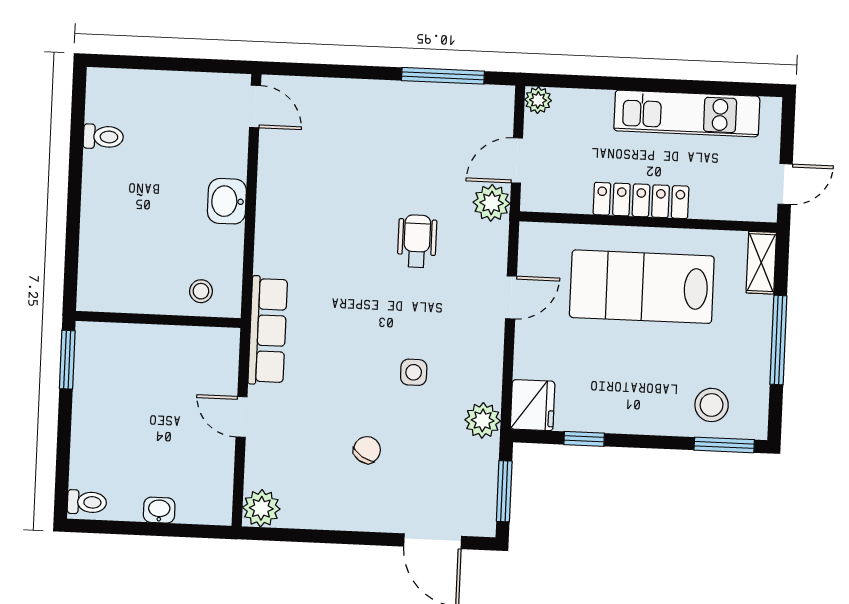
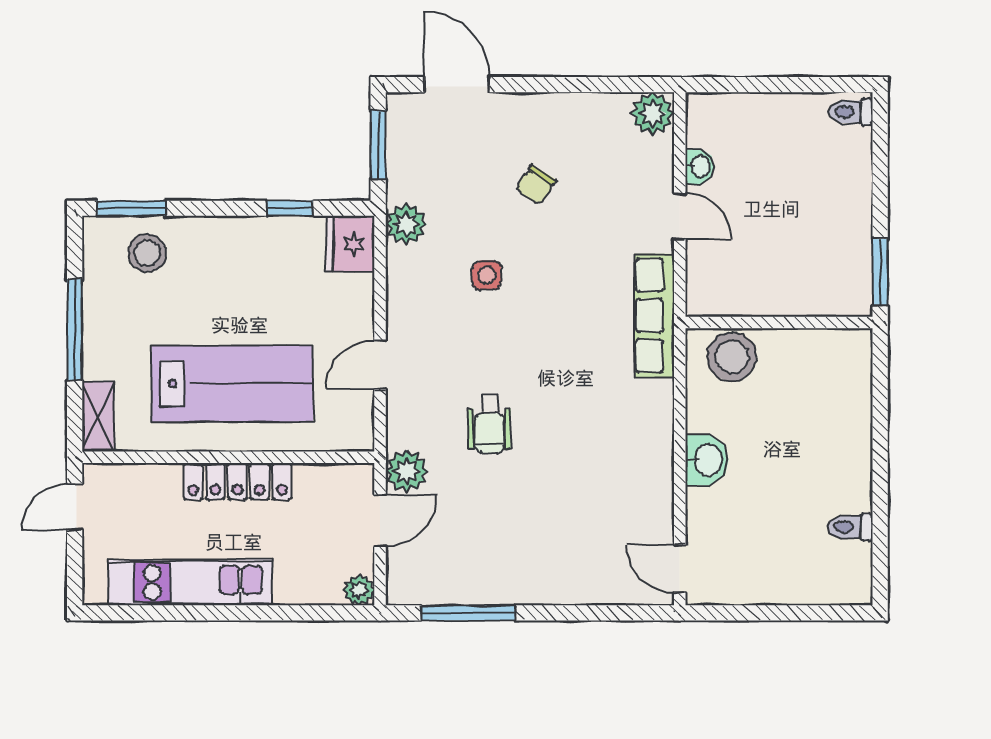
stool: (201, 291) -> (732, 357), width x1.89, depth x1.89
washbasin: (159, 510) -> (700, 167), moved, turned -90

